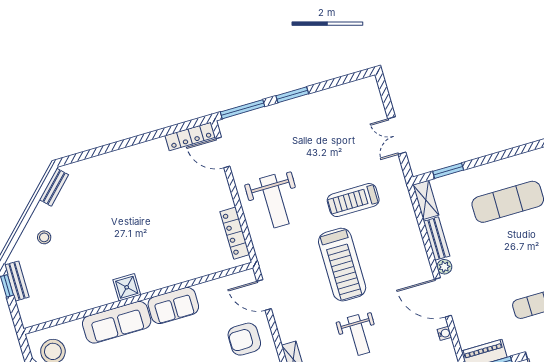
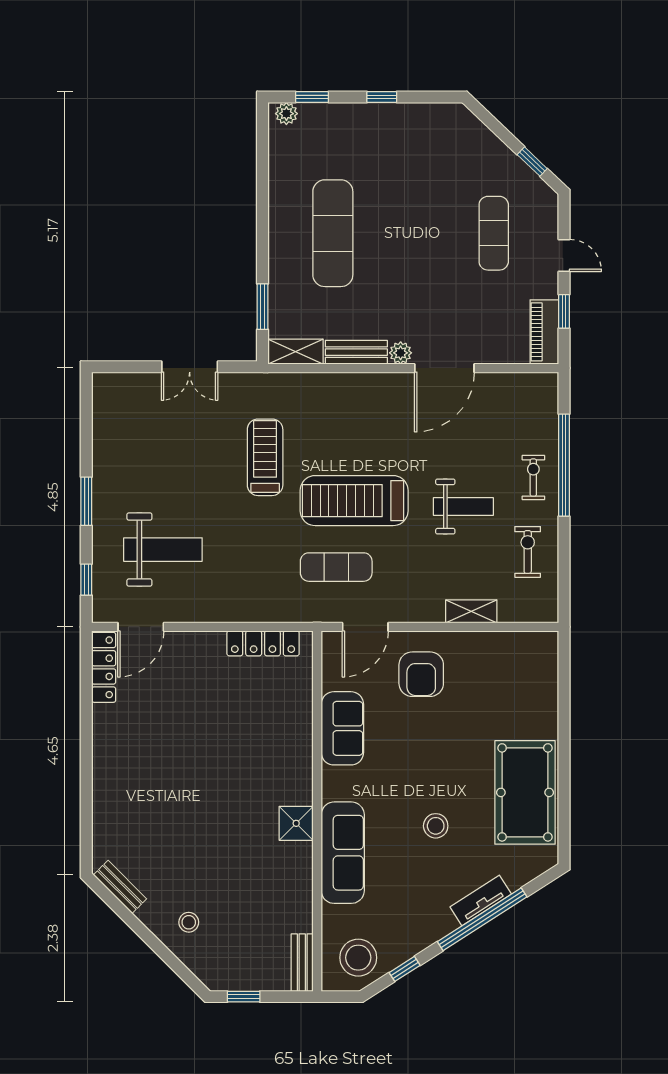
window: (243, 109) -> (86, 580), width x0.46
treadmill: (353, 200) -> (265, 457), turned 180
weight bench: (274, 201) -> (163, 550), moved
exercise mat: (297, 265) -> (336, 567), added
treadmill: (342, 265) -> (354, 501), turned 180
bench: (17, 281) -> (302, 963), moved, turned 90
sofa: (173, 305) -> (342, 728), moved
water cooler: (444, 333) -> (497, 381), removed

